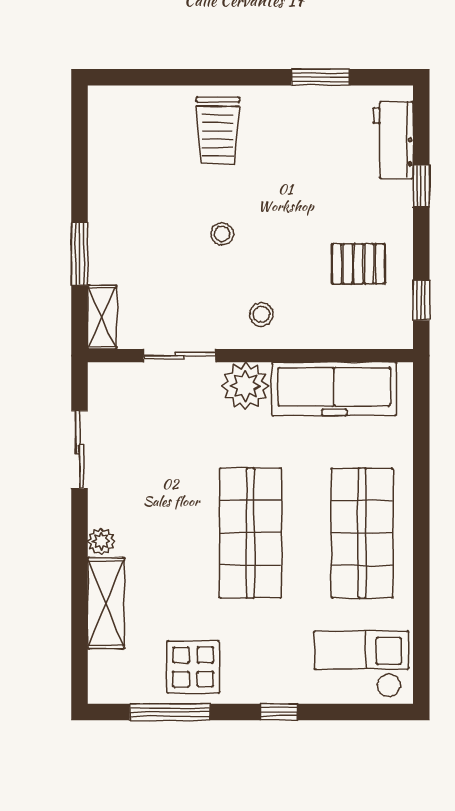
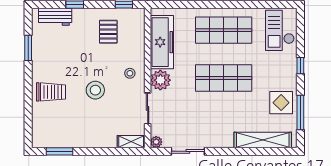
stool: (222, 234) -> (95, 90), width x1.89, depth x1.89
window: (79, 254) -> (60, 151), moved
plant: (101, 541) -> (156, 142), moved
shelving: (106, 603) -> (263, 140), width x1.47

